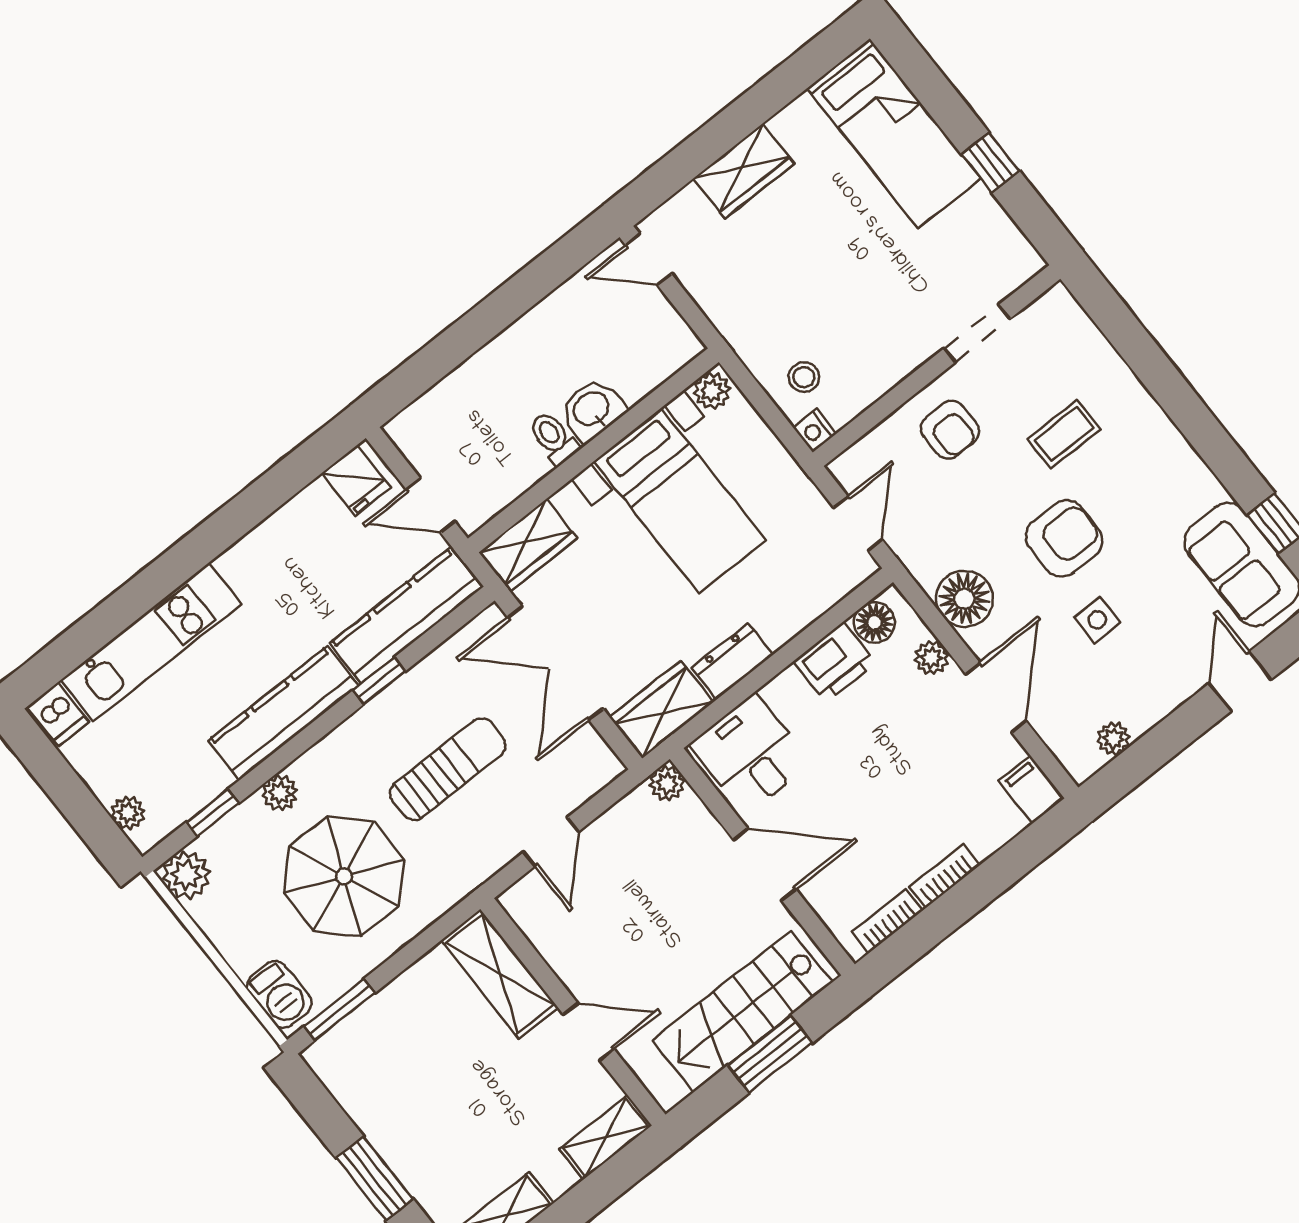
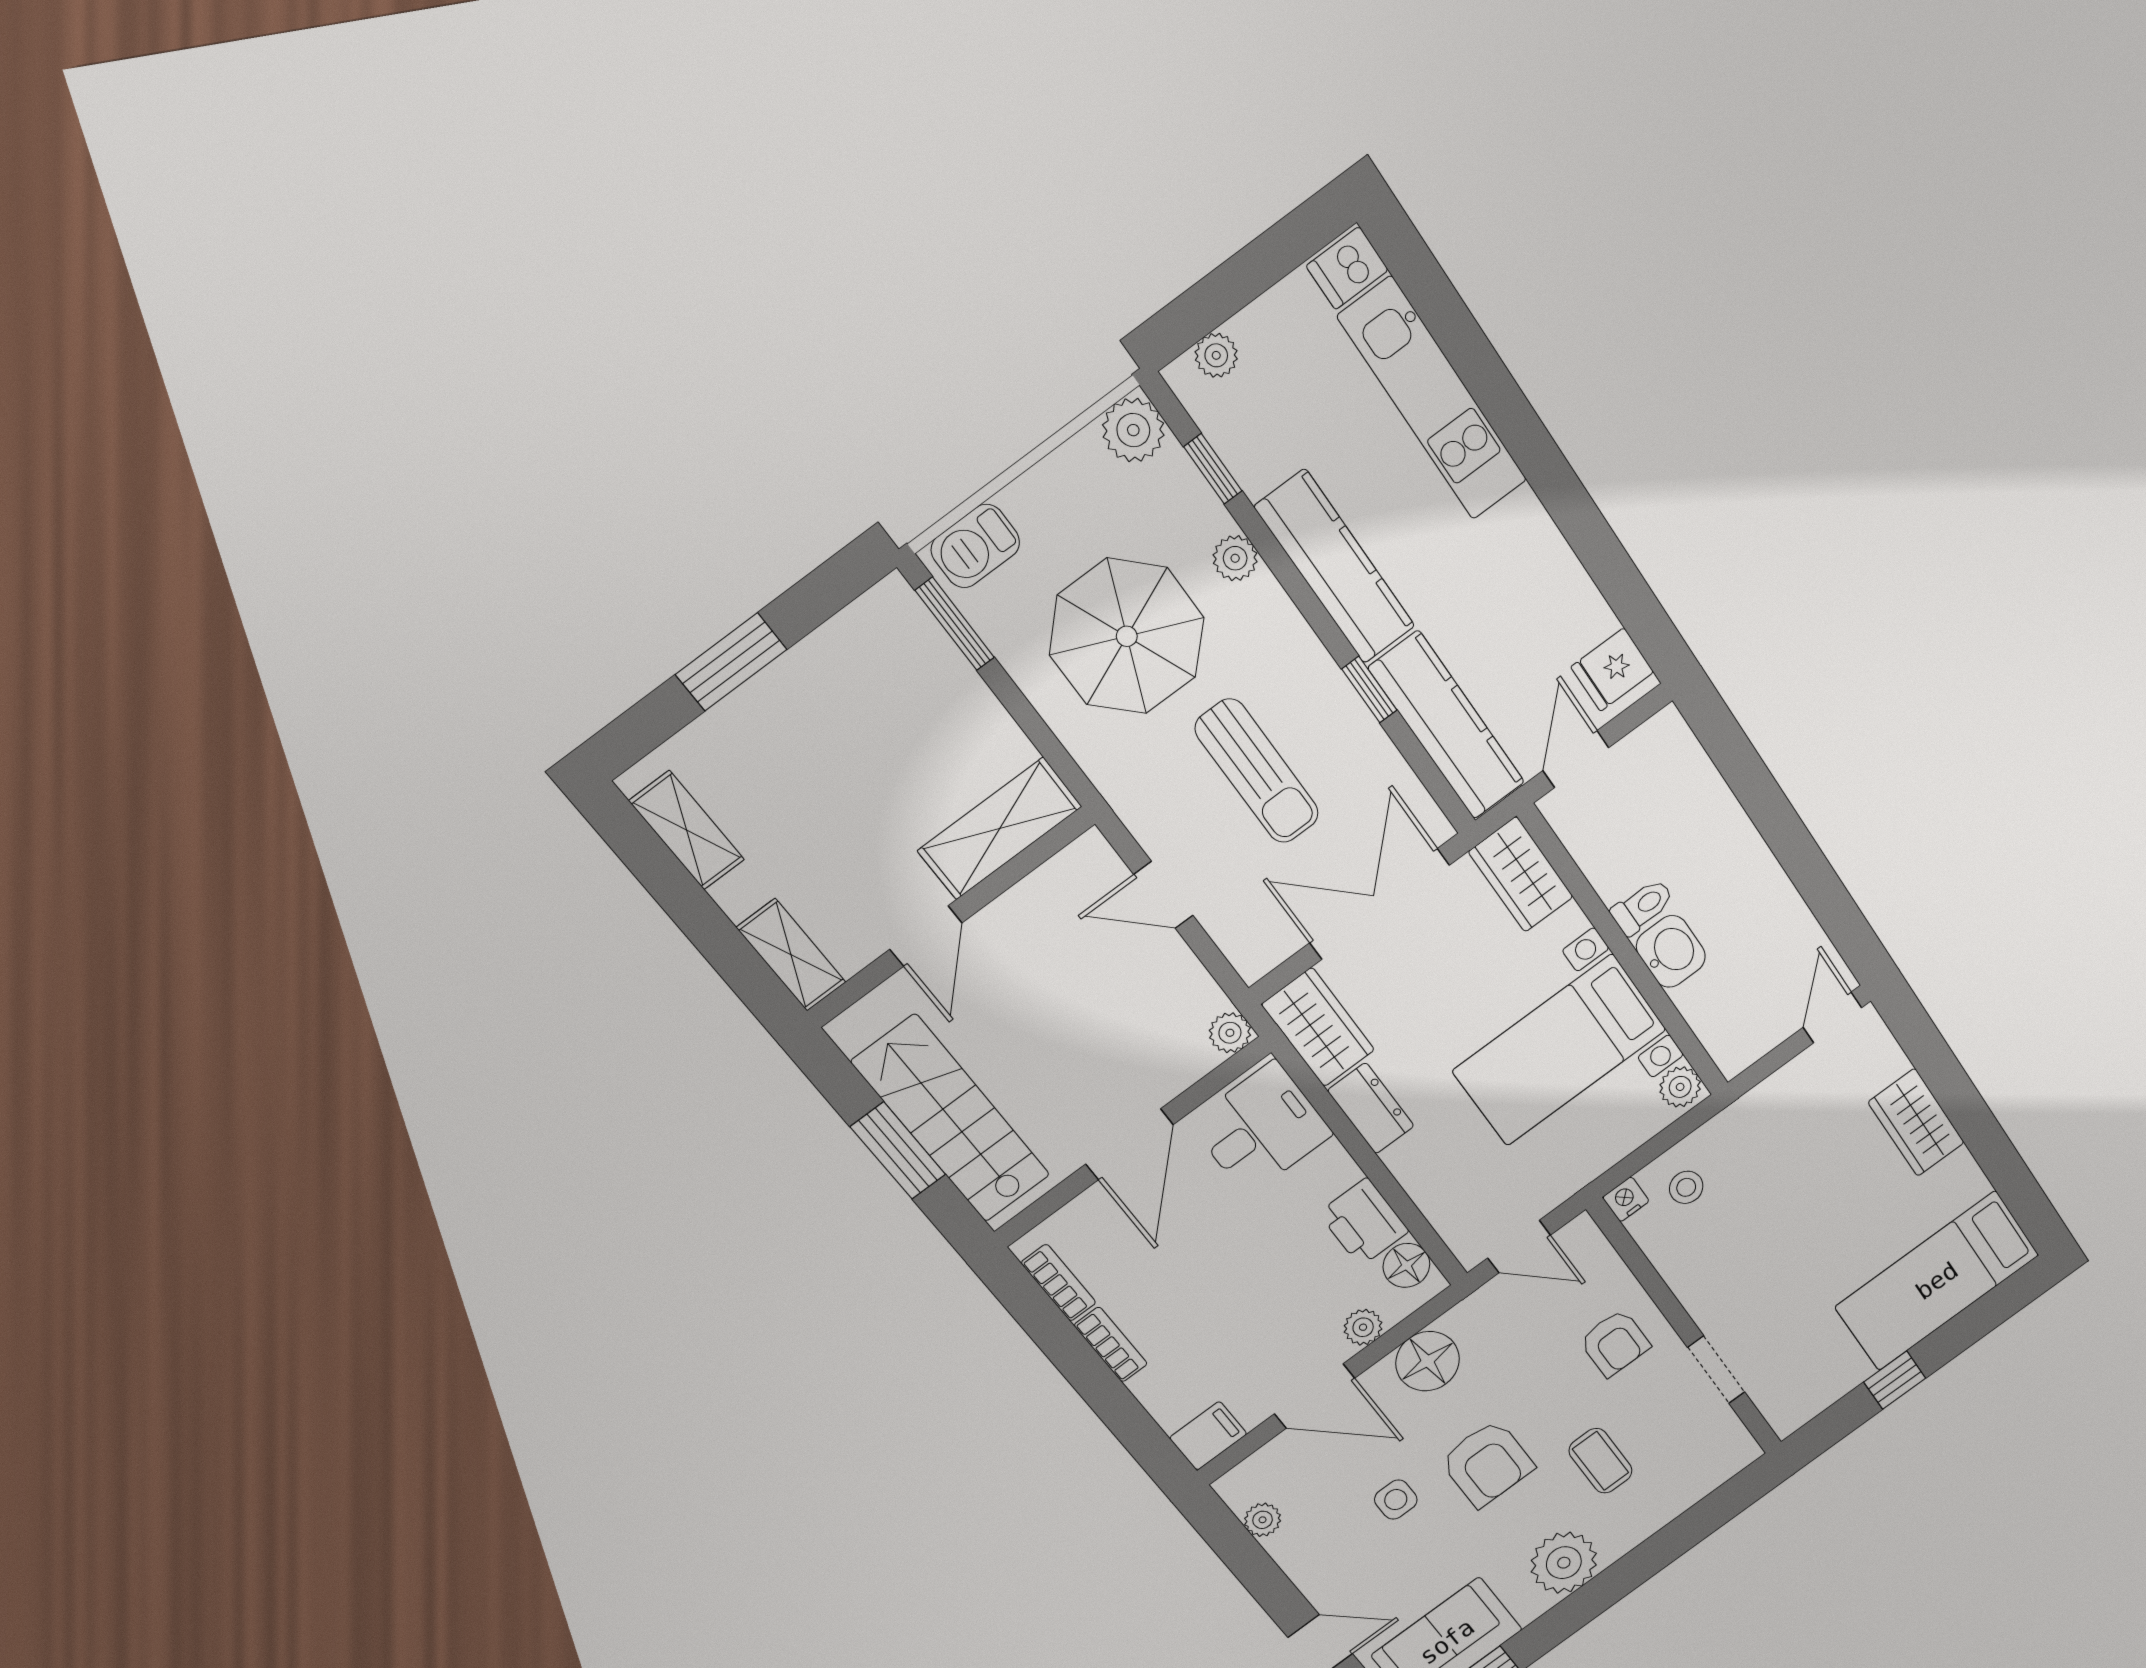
armchair: (950, 430) -> (1615, 1343), turned -90
plant: (1165, 460) -> (1564, 1563), added

